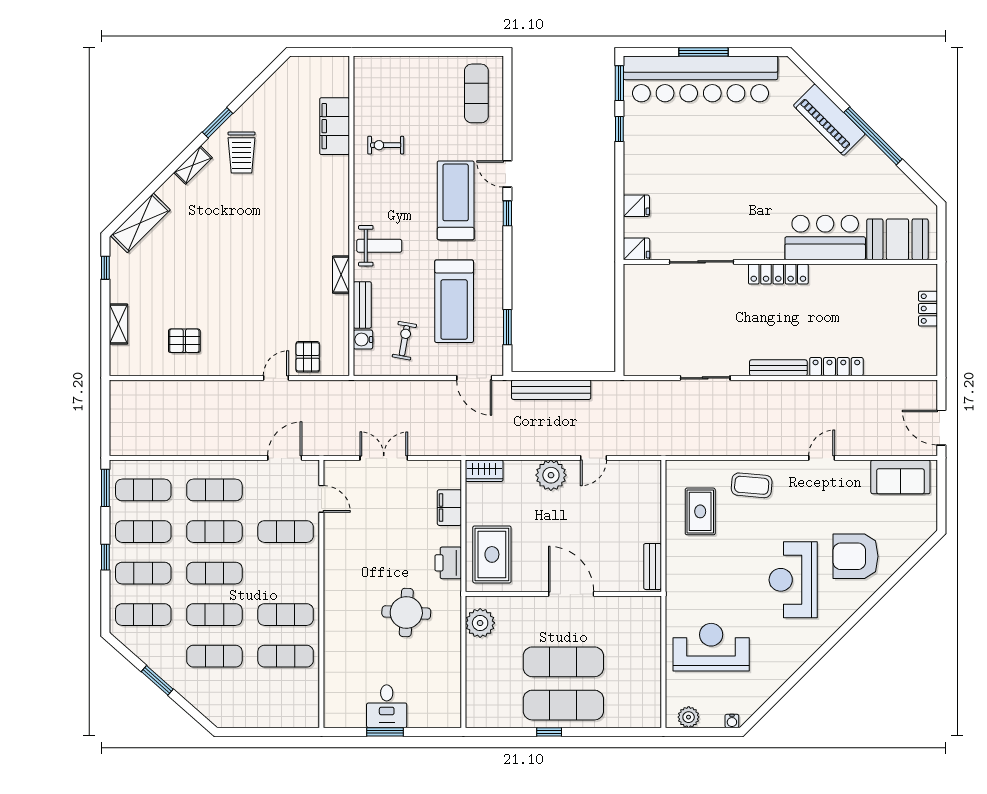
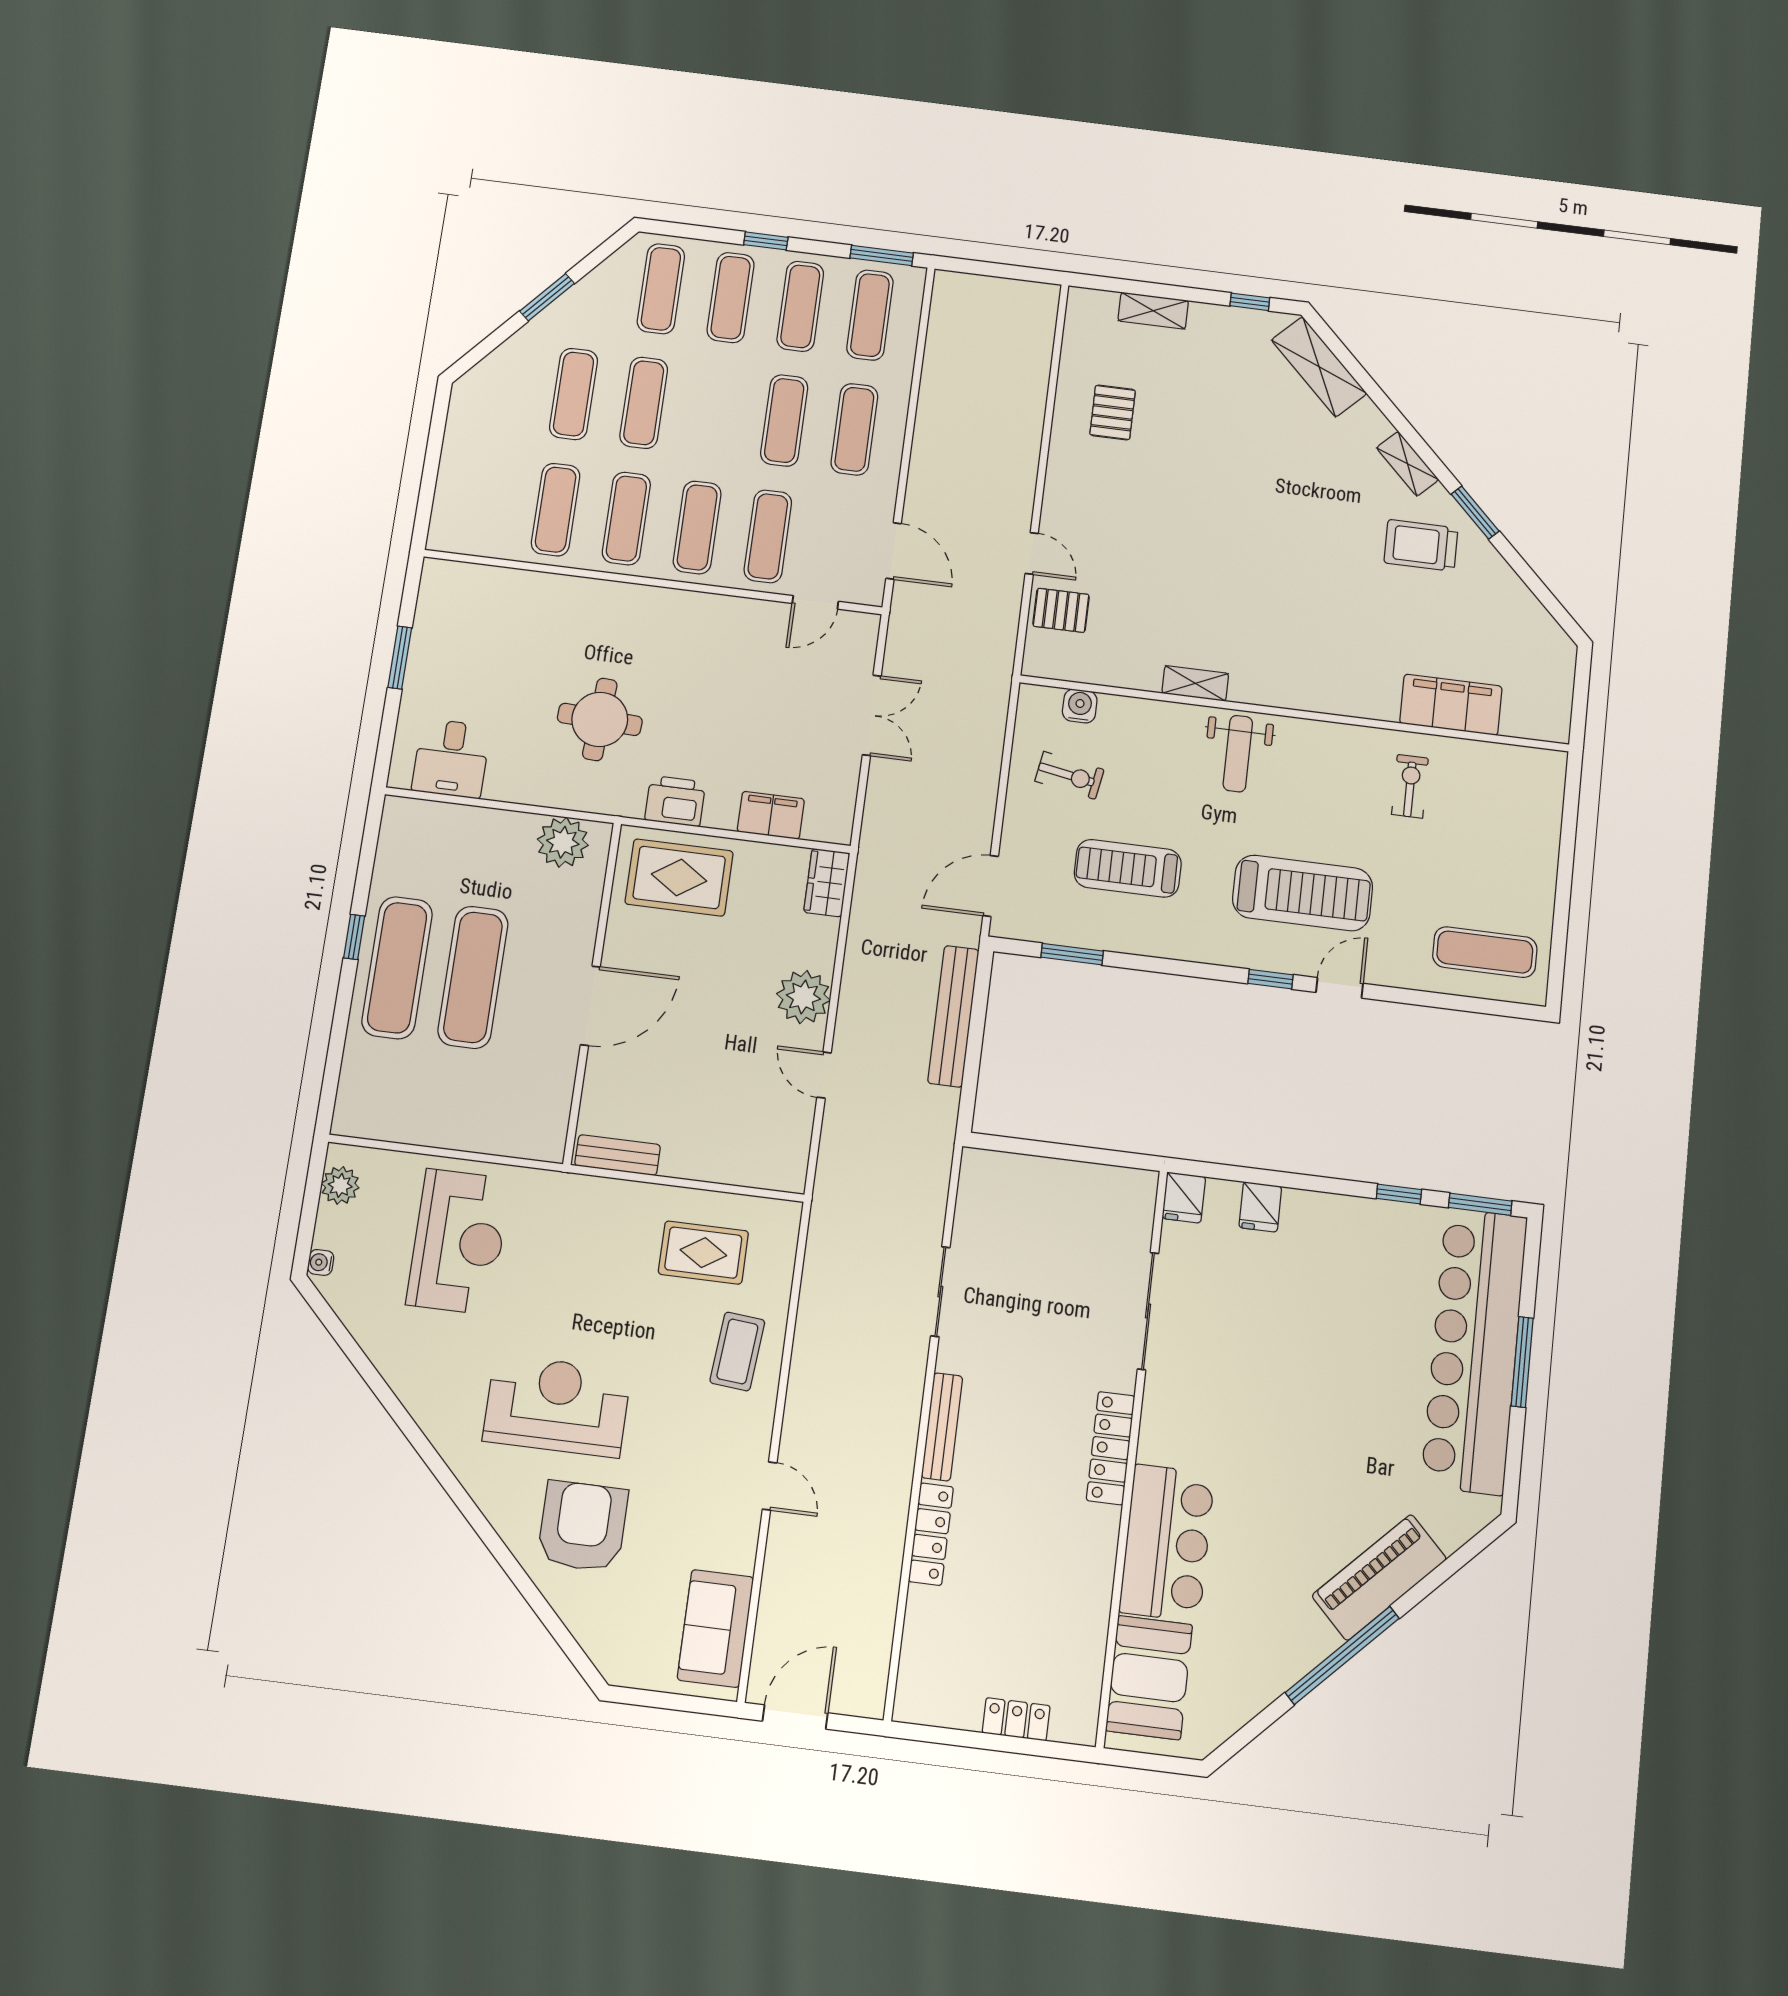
treadmill: (454, 301) -> (1128, 868), width x0.73, depth x0.73
bench: (362, 305) -> (1139, 712), removed
exercise mat: (214, 573) -> (697, 527), moved
desk: (387, 706) -> (451, 758), moved, turned -90

